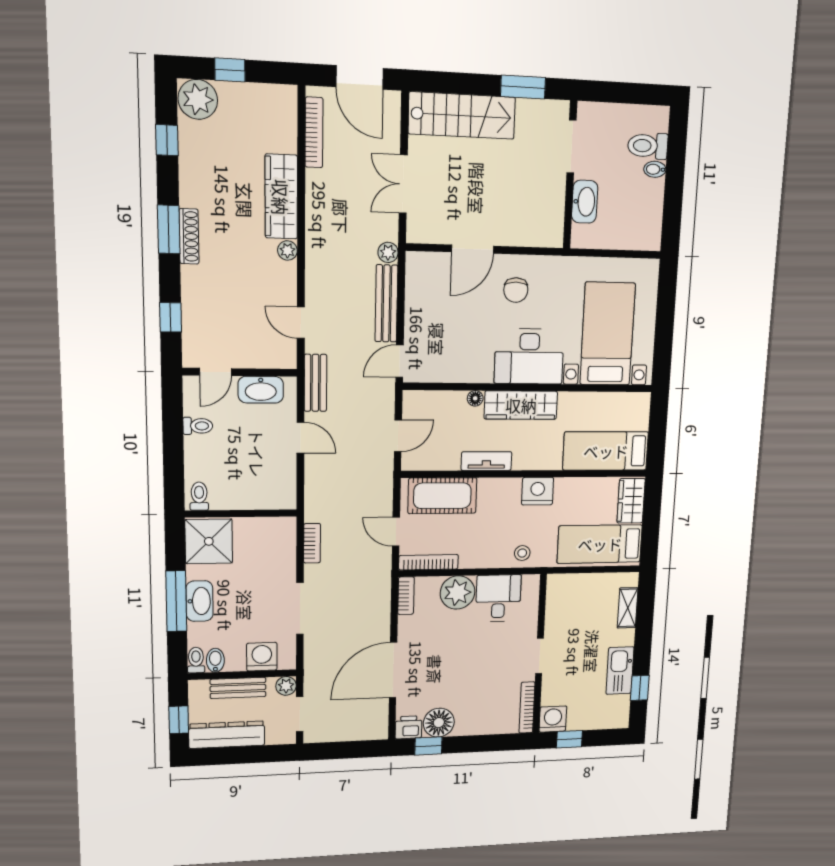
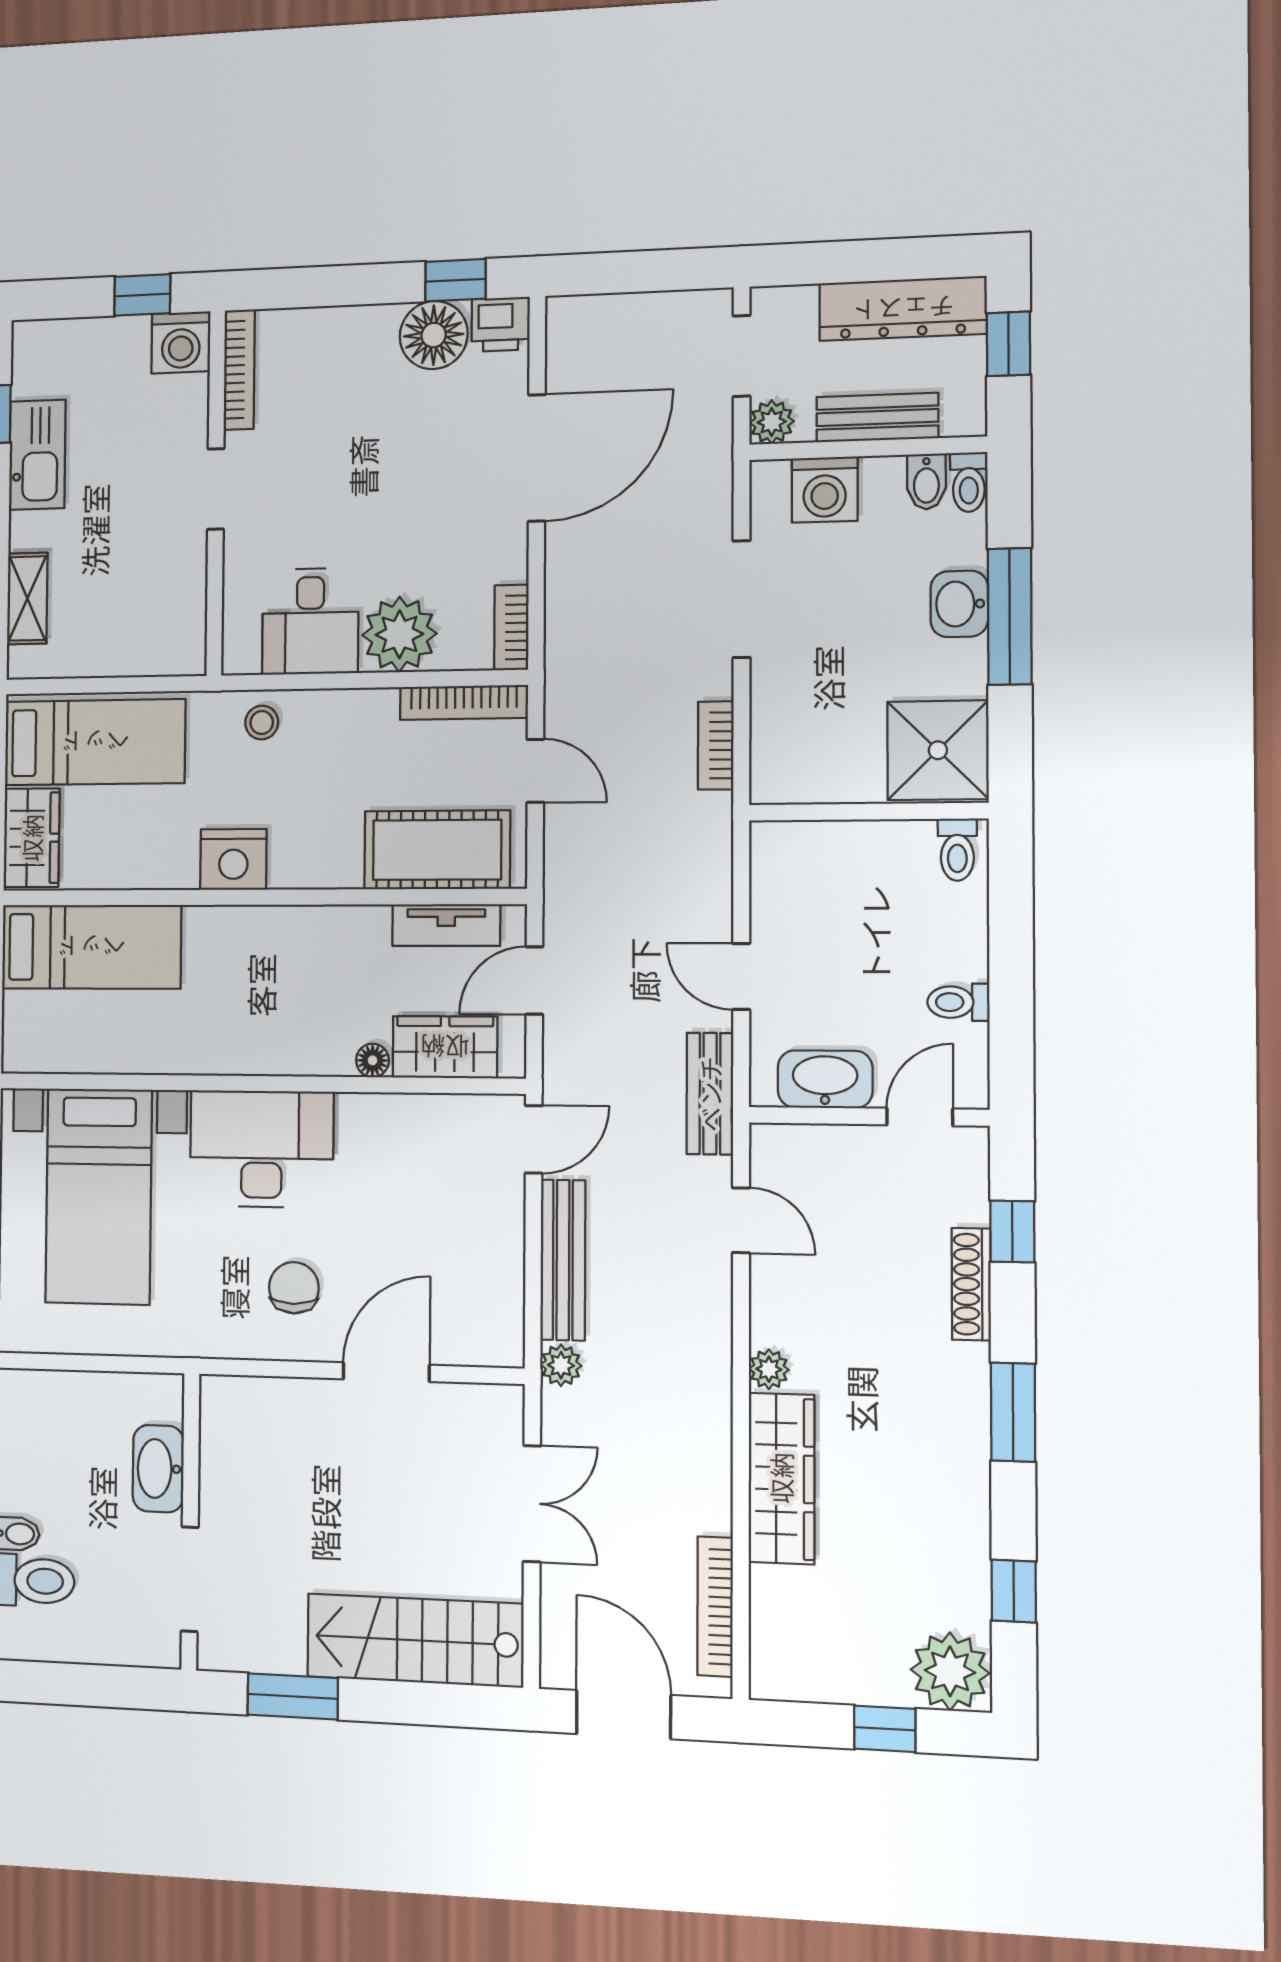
shoe rack: (189, 236) -> (971, 1284), moved
wardrobe: (521, 405) -> (445, 1047), moved, width x0.67
tv unit: (486, 461) -> (446, 925), moved
washbasin: (200, 601) -> (959, 604), width x0.72

